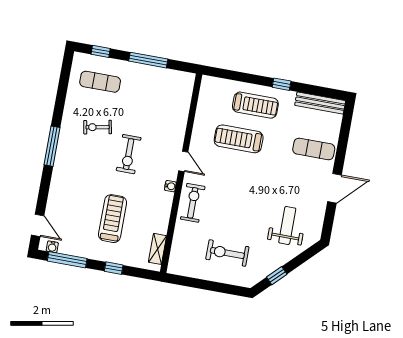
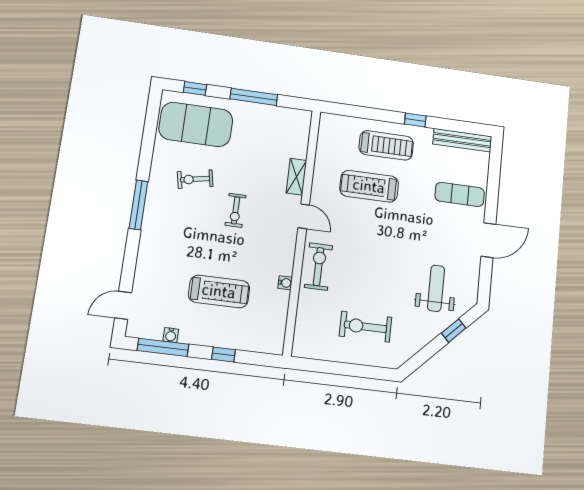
exercise mat: (100, 82) -> (196, 124), width x2.00, depth x1.45
exercise bike: (129, 154) -> (236, 210), width x0.73, depth x0.72
water cooler: (170, 186) -> (285, 283), moved
treadmill: (113, 219) -> (219, 291), turned 90
door: (38, 225) -> (123, 305), swing flipped
water cooler: (52, 247) -> (171, 335), moved
shelving: (157, 249) -> (296, 177), moved
window: (277, 276) -> (454, 331), moved

